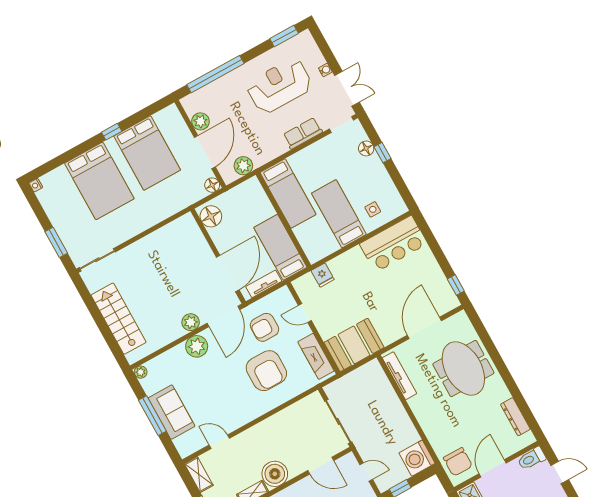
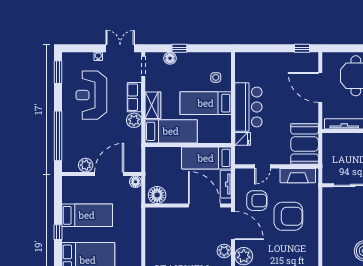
door: (205, 152) -> (109, 174), hinge flipped
bed: (147, 153) -> (87, 215), width x0.67
wardrobe: (305, 158) -> (153, 105), added
plant: (243, 166) -> (134, 120), moved
bar counter: (393, 244) -> (248, 107), moved
armchair: (264, 327) -> (257, 201), turned -90

